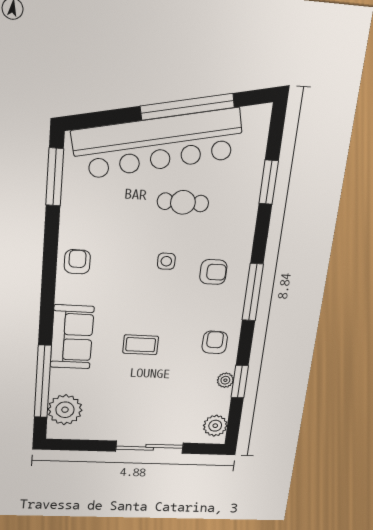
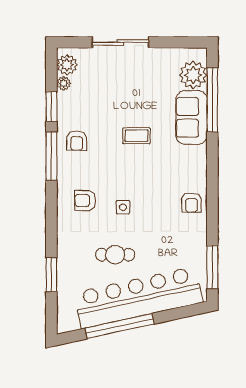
window: (253, 292) -> (51, 156), moved
sofa: (72, 337) -> (191, 117), moved
plant: (225, 380) -> (64, 83), moved

